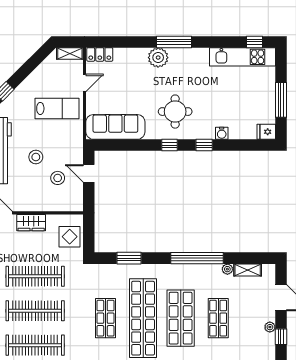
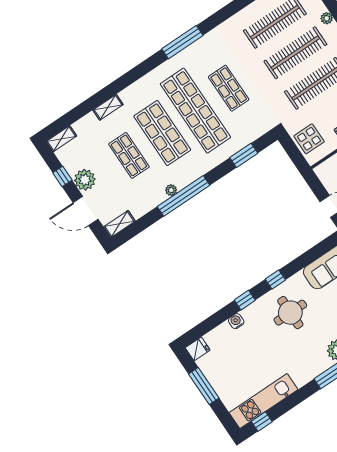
plant: (227, 269) -> (171, 190), moved
shelving: (248, 270) -> (119, 224), moved
plant: (270, 327) -> (85, 180), width x1.87, depth x1.87

